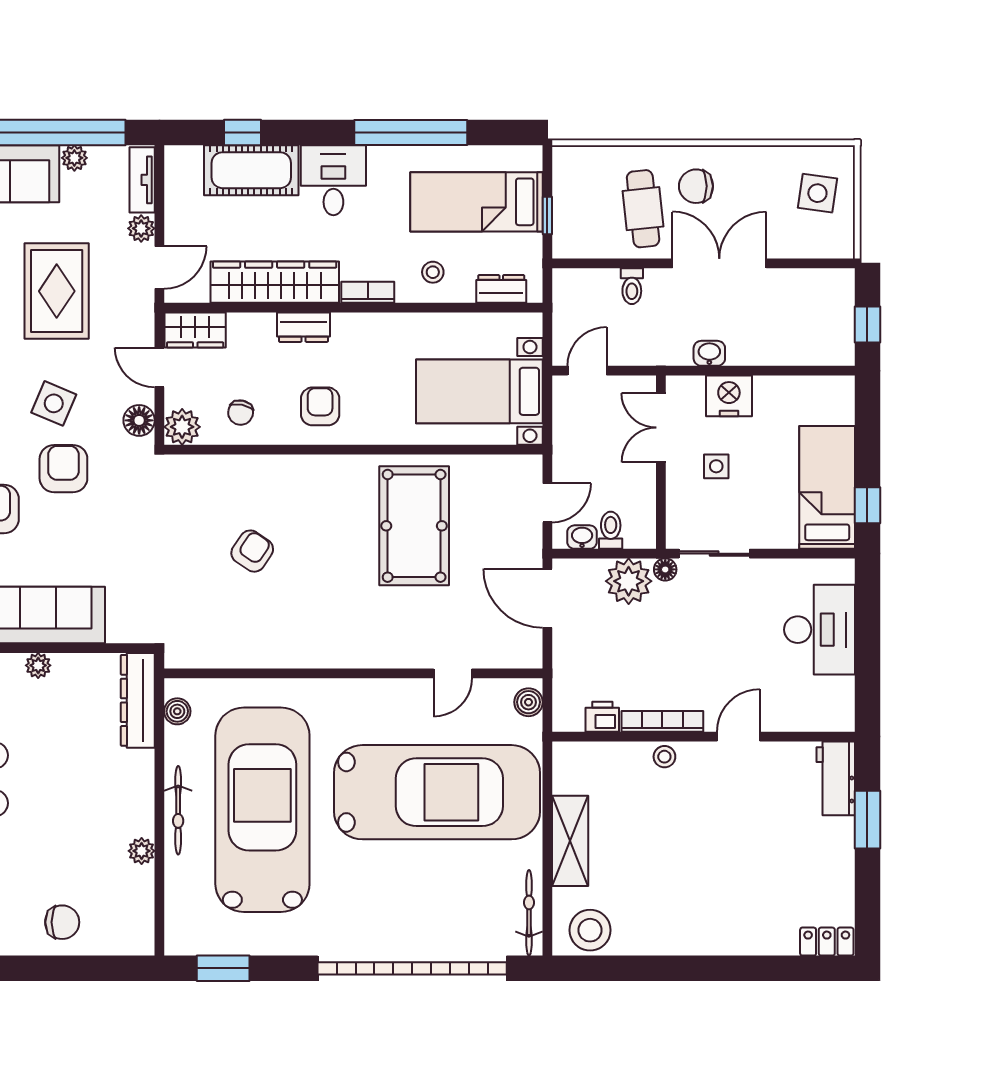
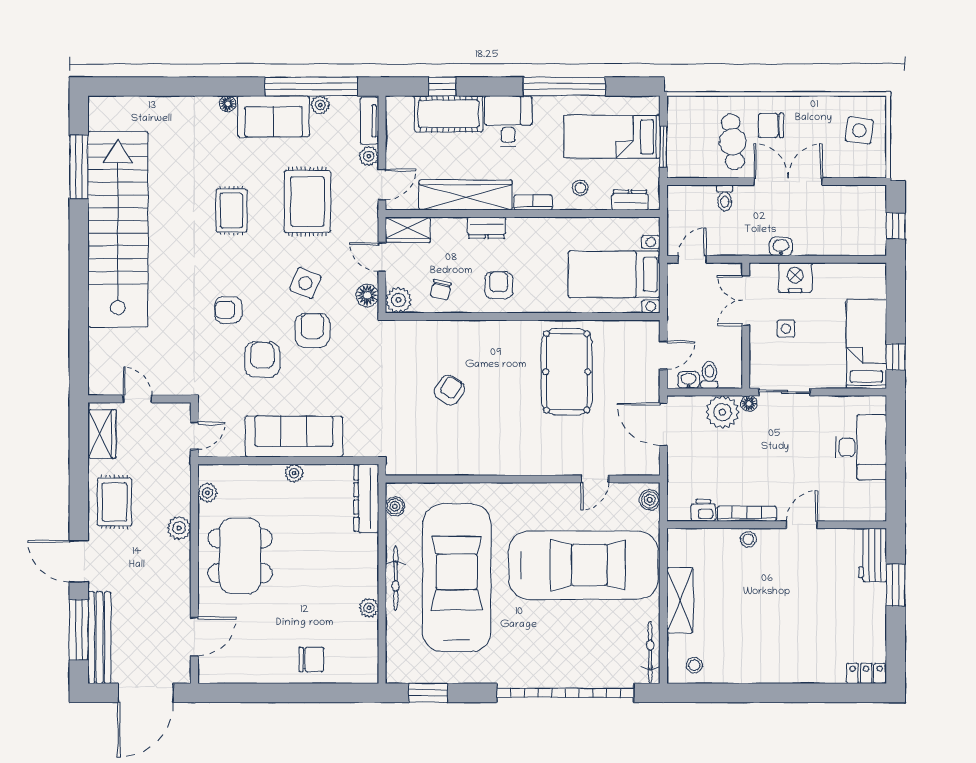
window: (547, 215) -> (663, 147), width x1.50
stool: (590, 930) -> (694, 665), width x0.53, depth x0.53

